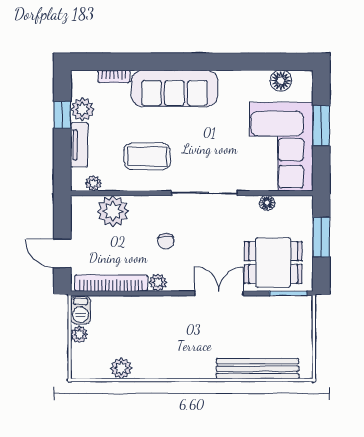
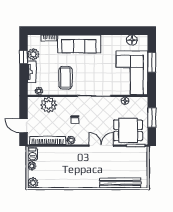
coffee table: (147, 156) -> (65, 78), turned 90
plant: (121, 368) -> (33, 183), moved

